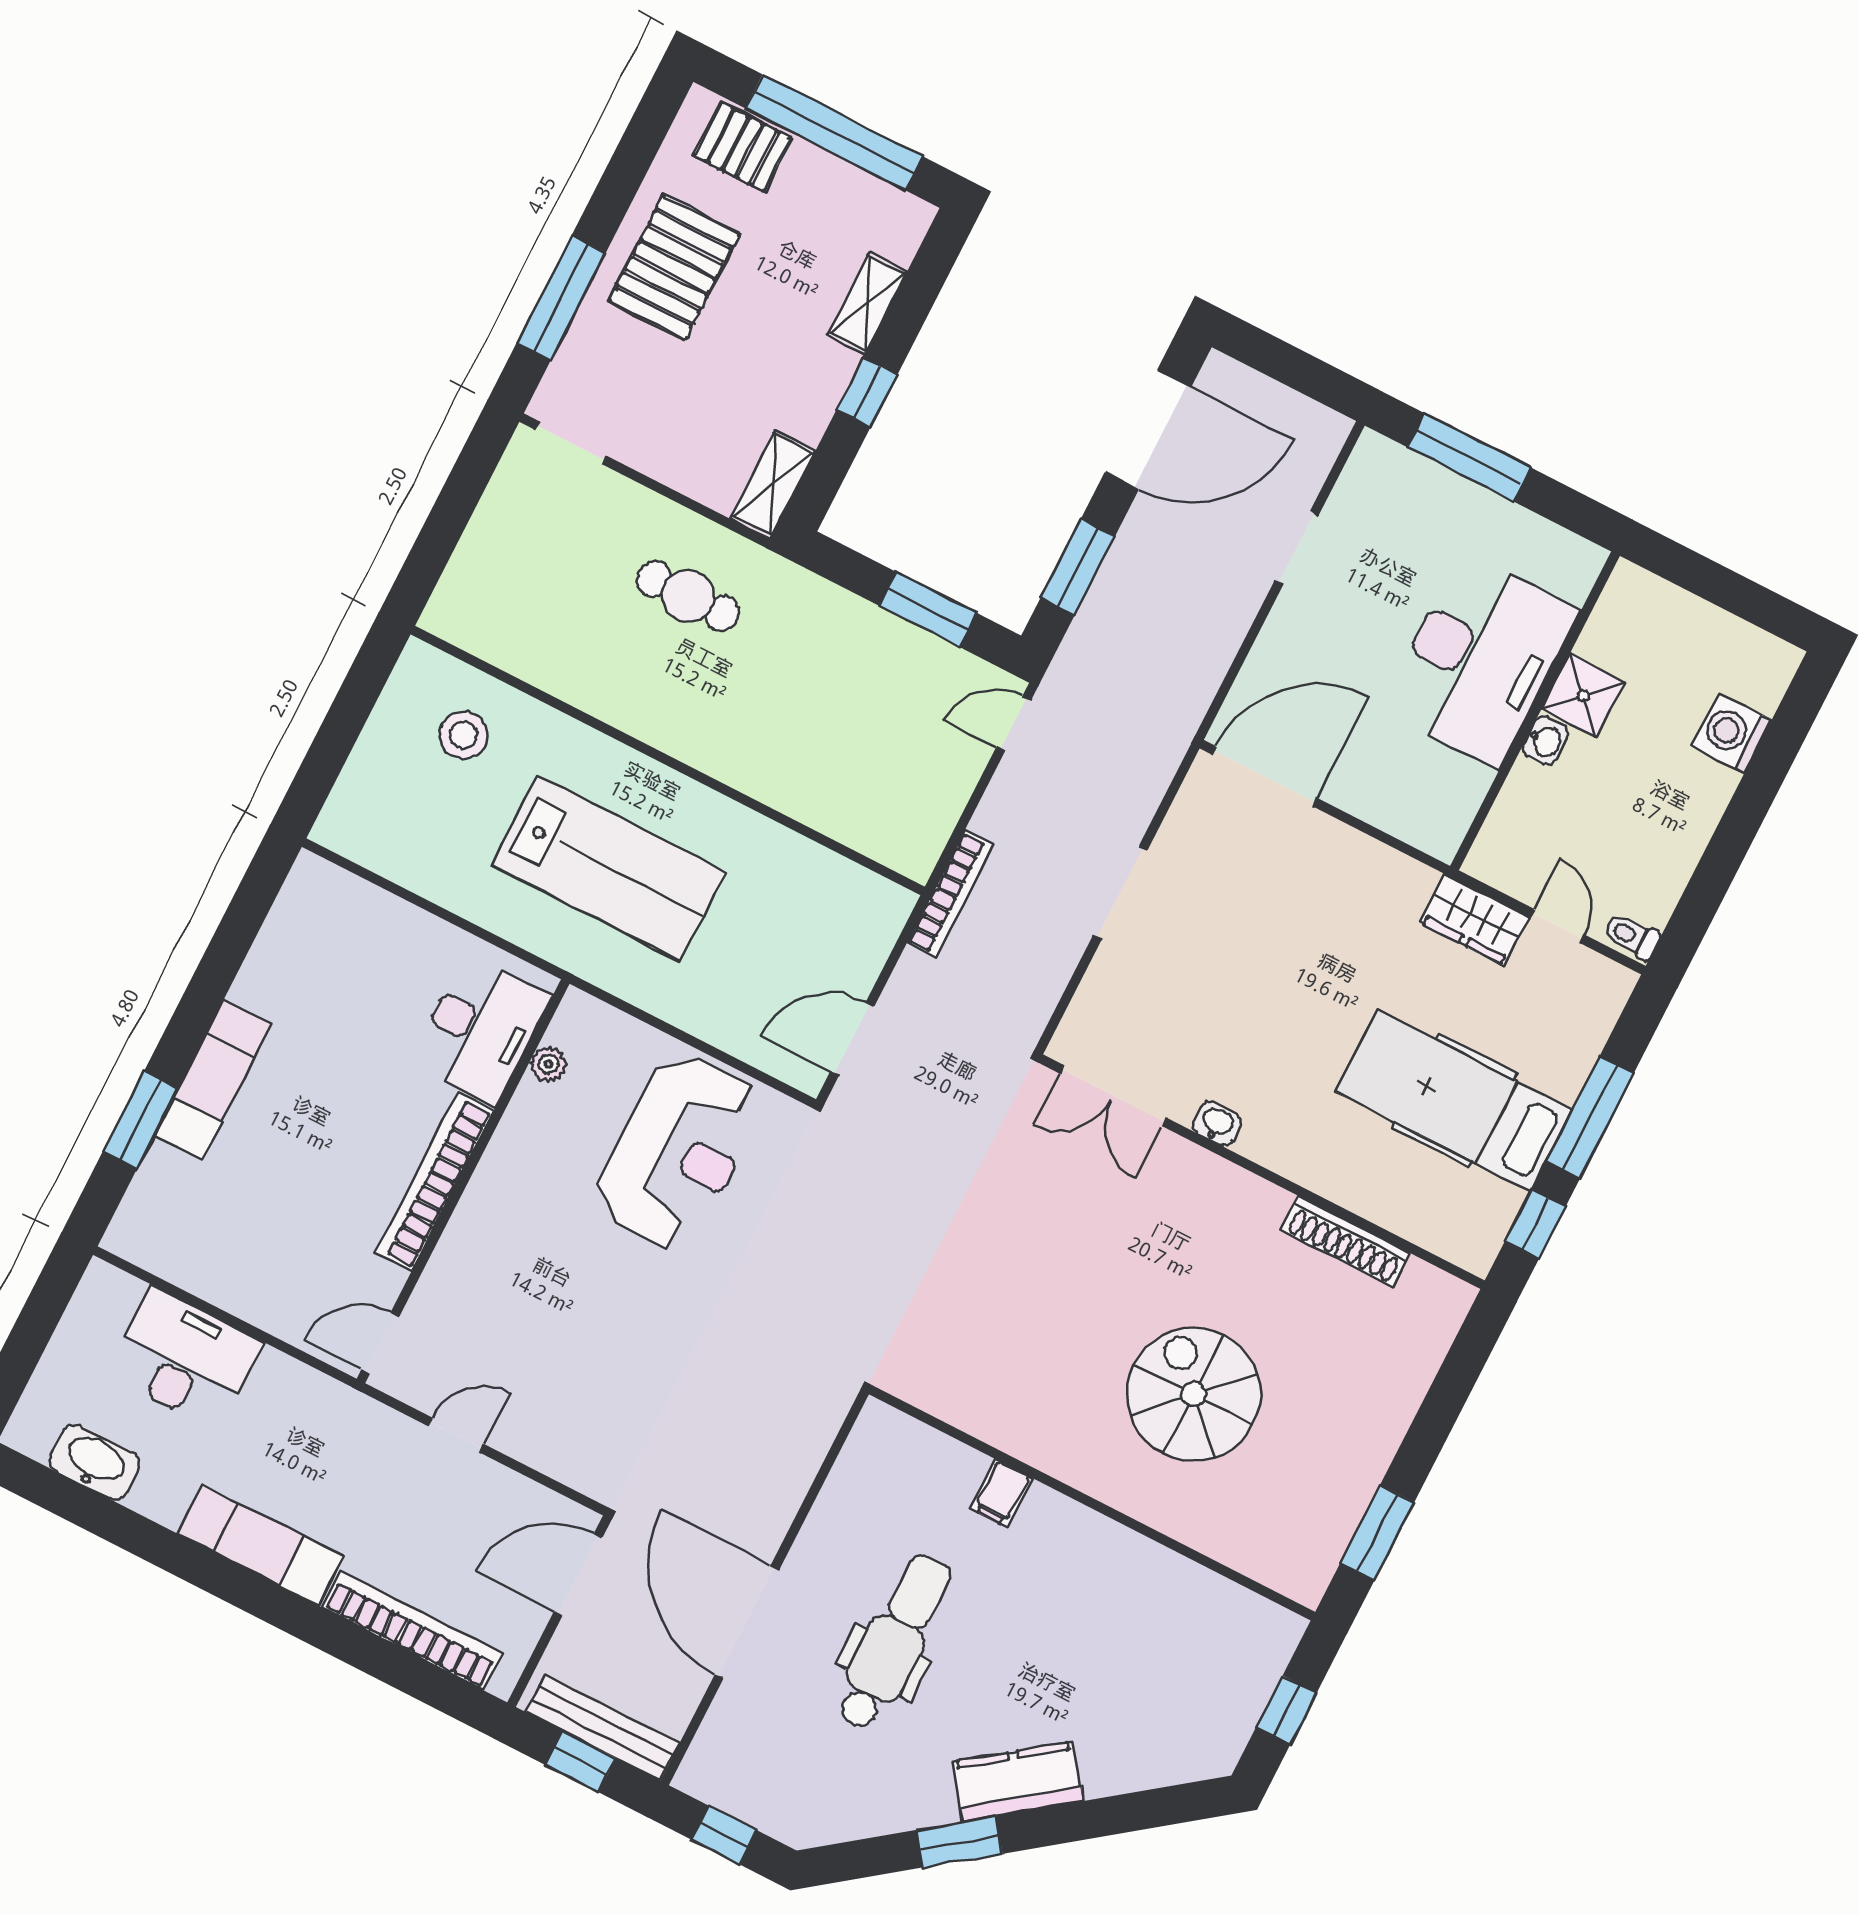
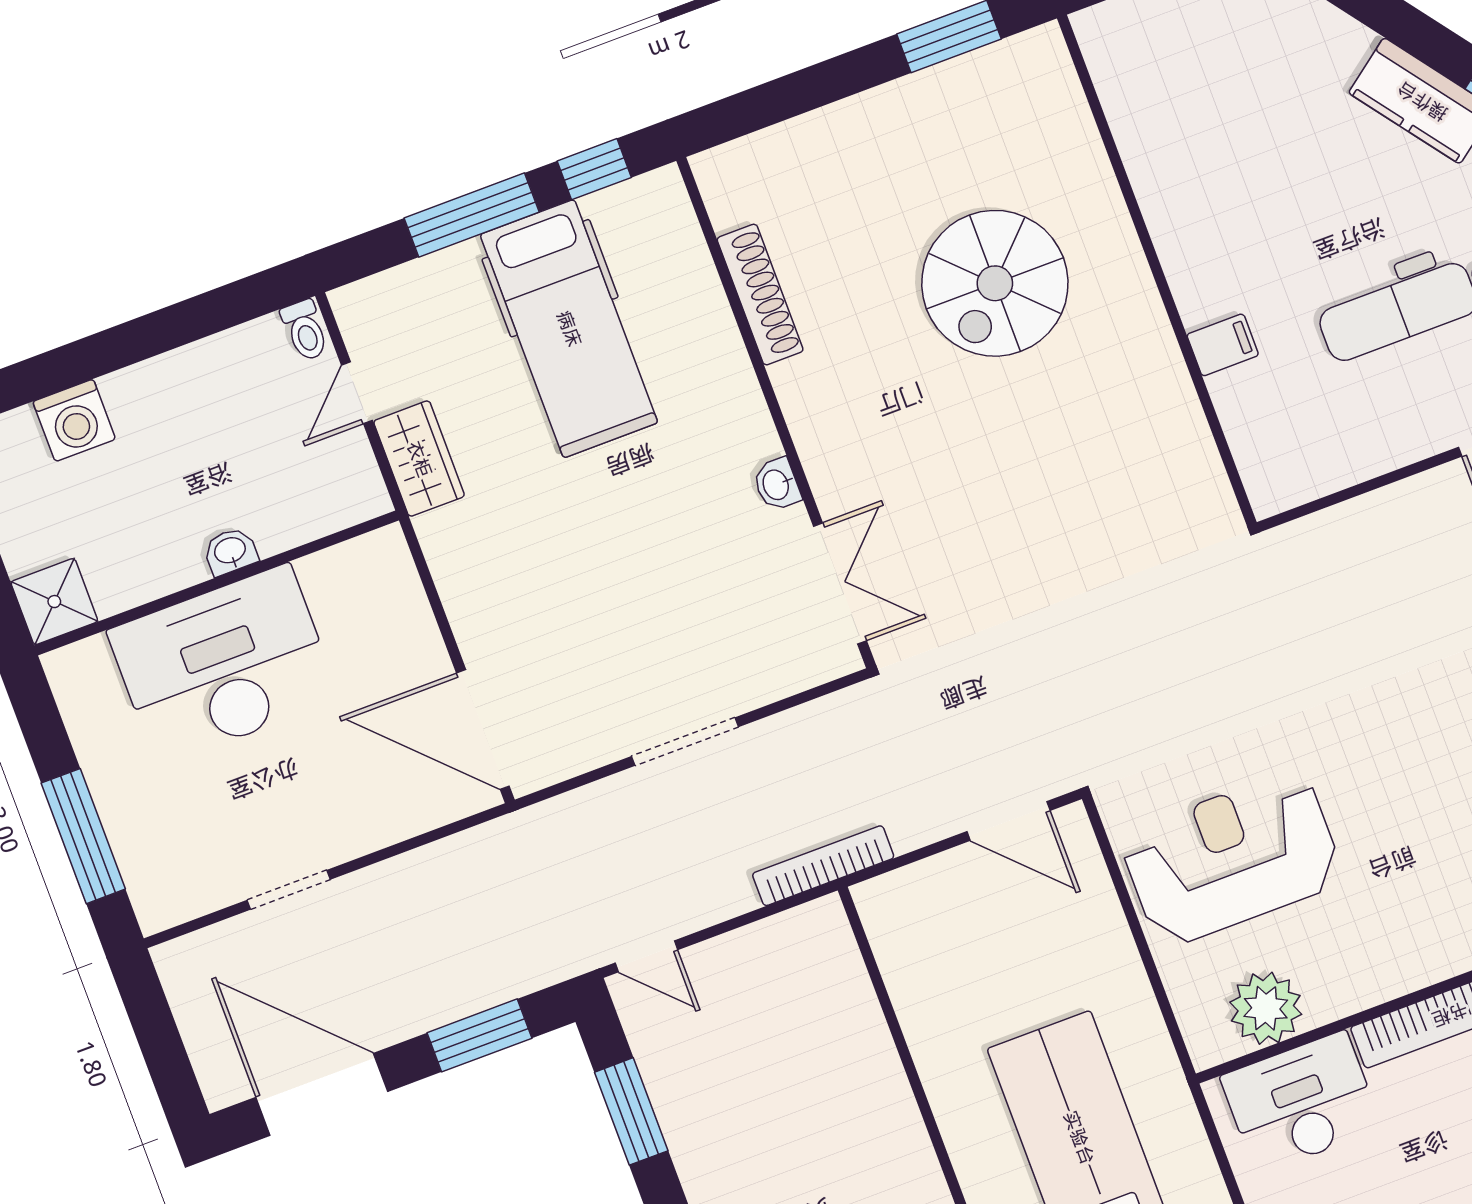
shower: (1583, 696) -> (54, 602), moved
plant: (549, 1064) -> (1266, 1008), width x1.88, depth x1.88

